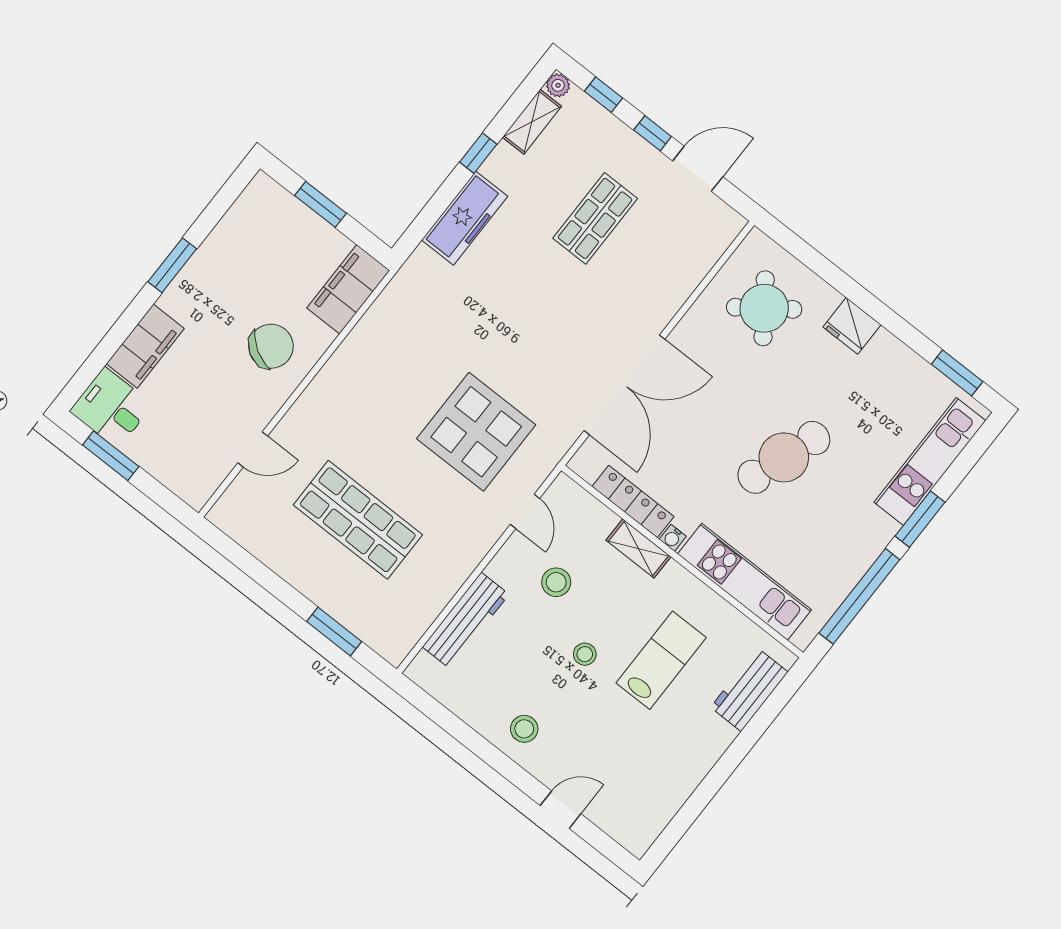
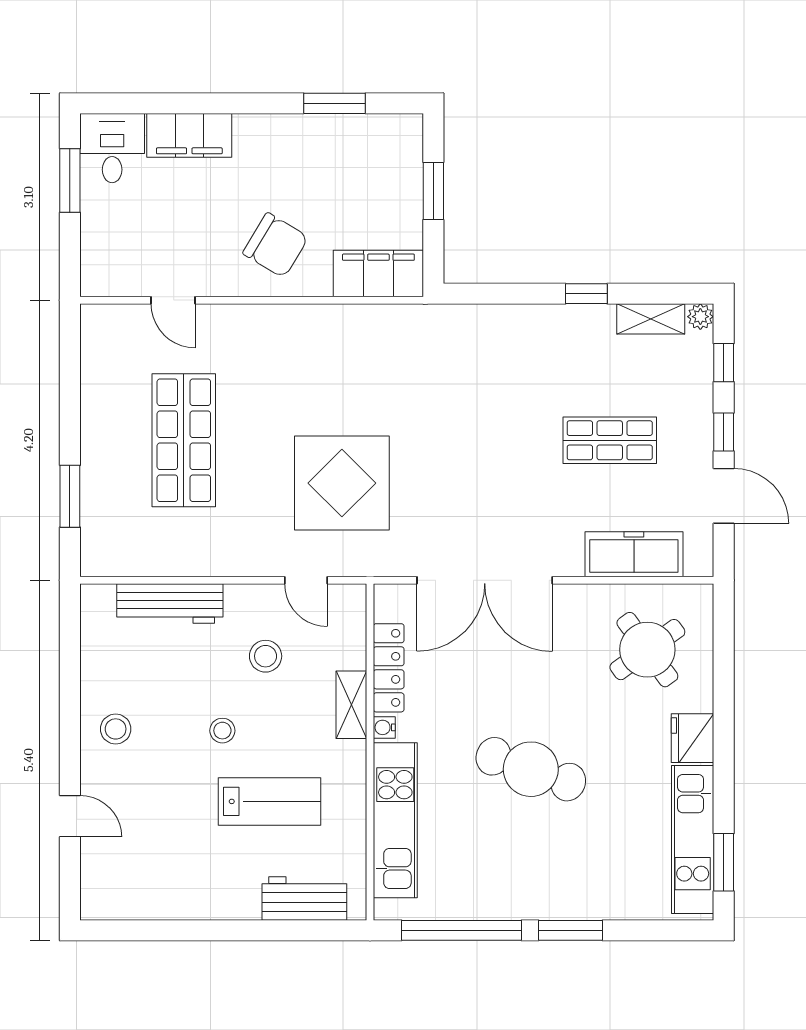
freezer: (465, 218) -> (634, 554), moved, turned 180
window: (172, 265) -> (335, 103), moved
kitchen unit: (930, 462) -> (693, 840), moved, turned -90
door: (525, 511) -> (306, 580), hinge flipped

